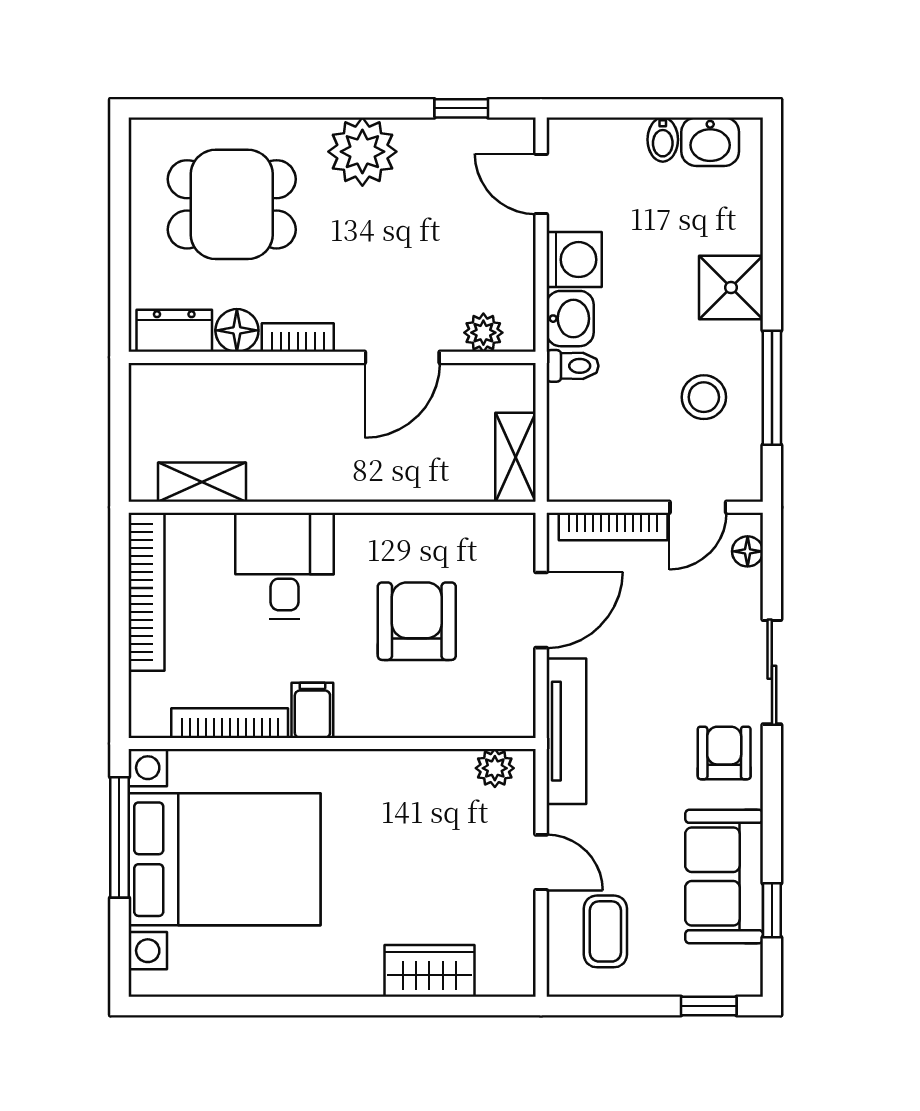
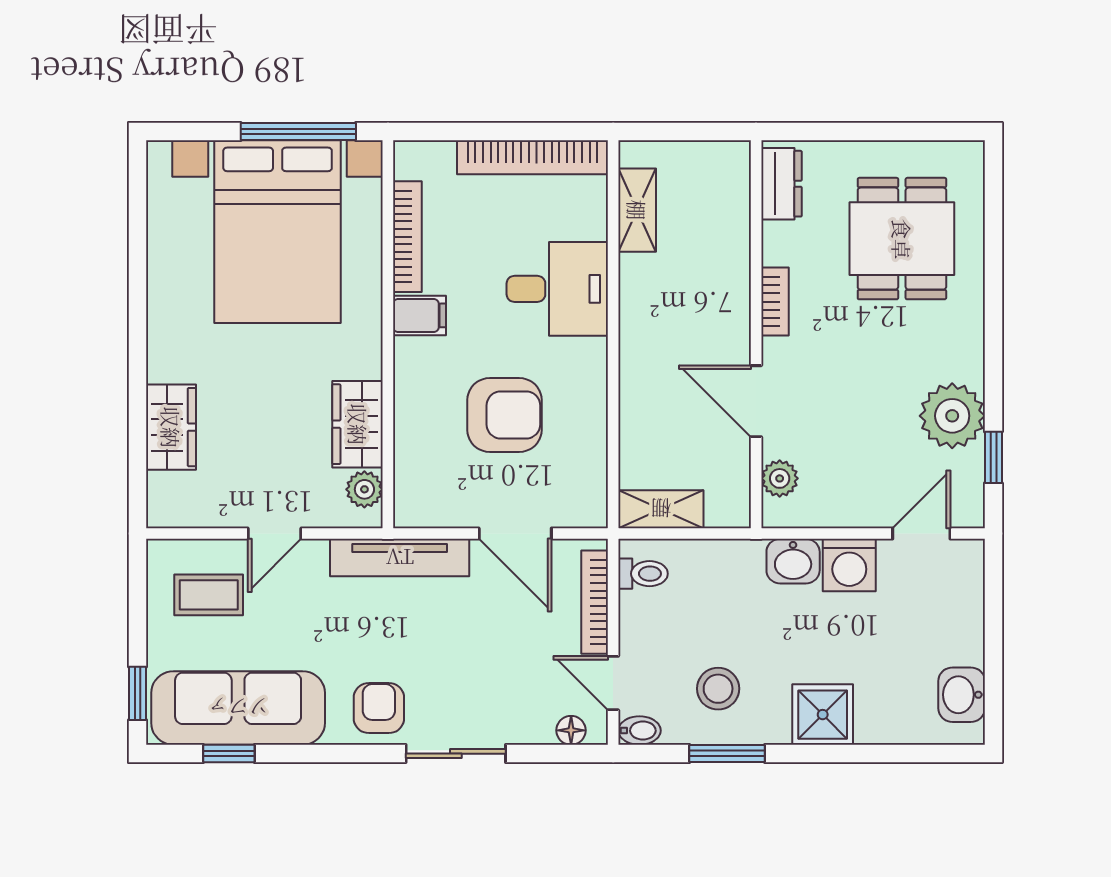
bidet: (663, 140) -> (639, 731), moved, turned 180
plant: (362, 152) -> (952, 416), moved
floor lamp: (237, 330) -> (782, 243), removed
toilet: (572, 366) -> (643, 574), moved, turned -90
window: (772, 388) -> (727, 754), width x0.69
armchair: (724, 753) -> (379, 708), turned -90
wardrobe: (426, 775) -> (358, 424), added
sofa: (724, 876) -> (238, 708), width x1.36

